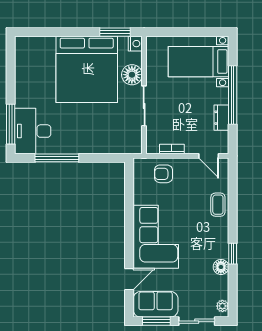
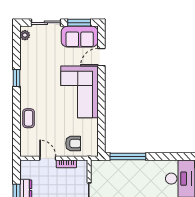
door: (209, 156) -> (48, 158), moved
window: (57, 158) -> (128, 157), moved
floor lamp: (221, 267) -> (26, 67), removed

